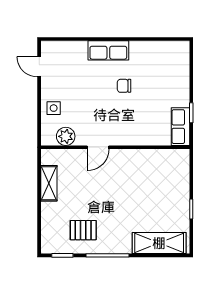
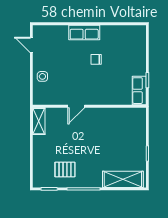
plant: (66, 136) -> (52, 98), removed
shelving: (49, 183) -> (39, 121), moved

